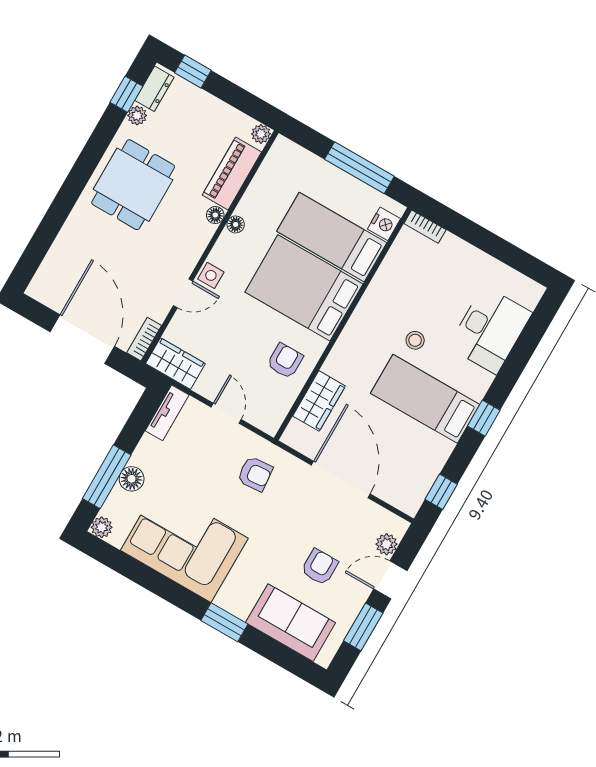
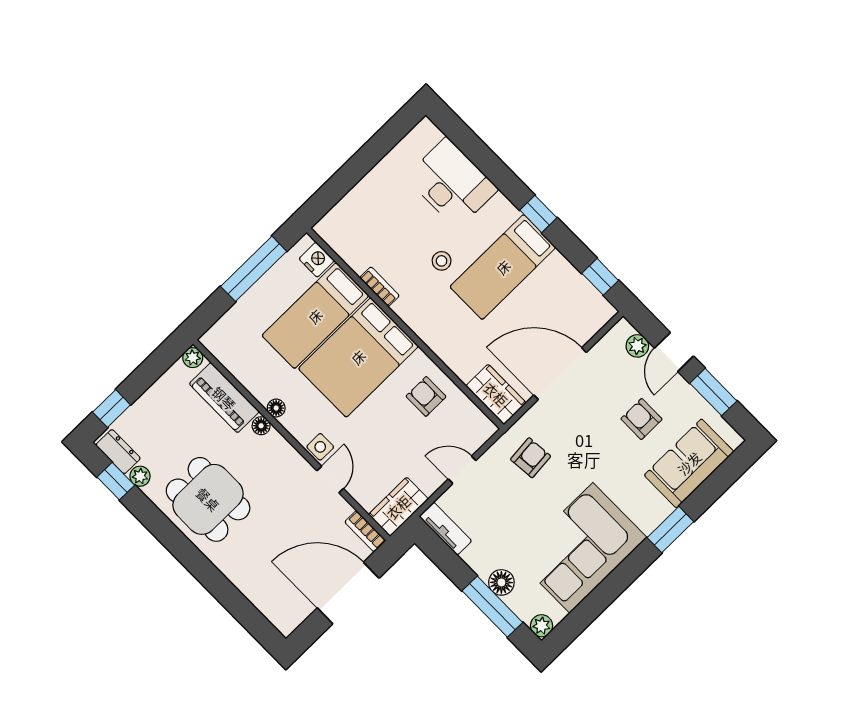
bookcase: (425, 227) -> (379, 287), moved, turned -90
wardrobe: (319, 401) -> (496, 394), moved

